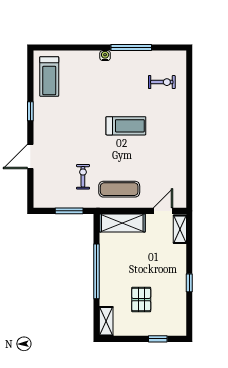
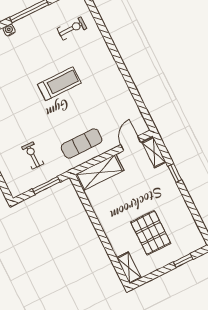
exercise bike: (83, 177) -> (33, 156), moved
window: (97, 271) -> (98, 227), removed
window: (189, 283) -> (175, 173), moved
pallet: (141, 300) -> (151, 233), width x1.50, depth x1.42

